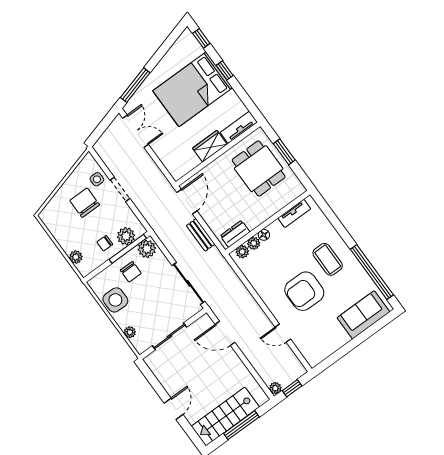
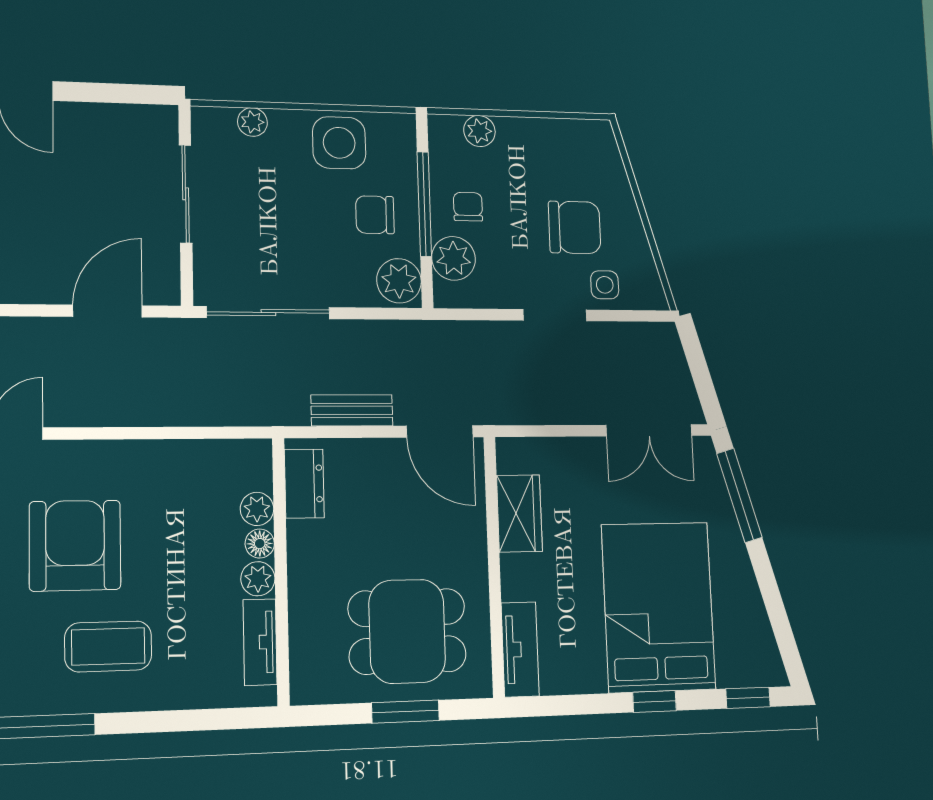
wardrobe: (210, 146) -> (519, 513), moved
window: (128, 249) -> (424, 204), moved
plant: (242, 252) -> (258, 579), moved

